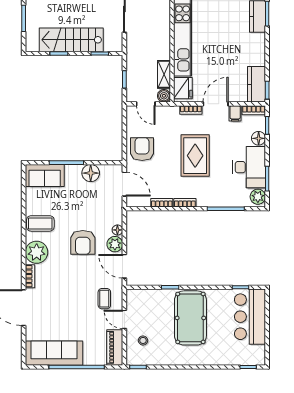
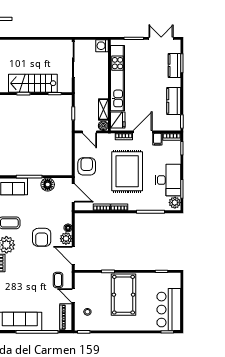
kitchen counter: (257, 84) -> (174, 101), moved
floor lamp: (259, 138) -> (175, 158), removed
rug: (195, 156) -> (127, 171), width x1.37, depth x1.44
bar counter: (250, 317) -> (169, 310), moved

